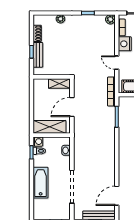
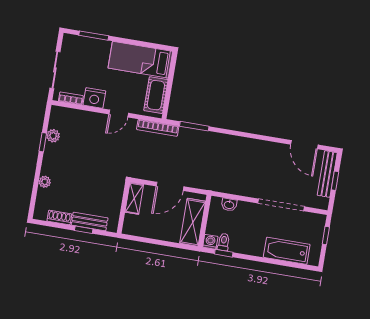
plant: (110, 19) -> (53, 136), moved
door: (72, 107) -> (170, 186), hinge flipped
bathtub: (41, 183) -> (287, 251), moved

